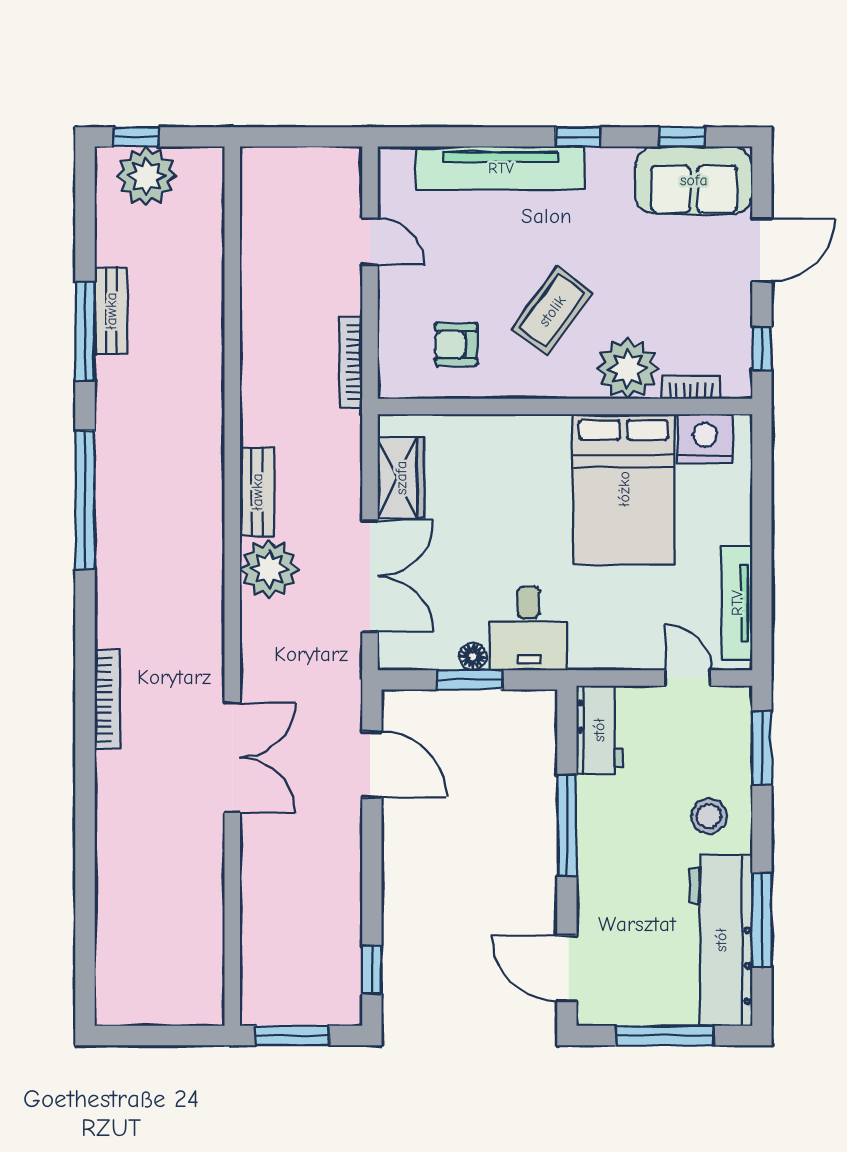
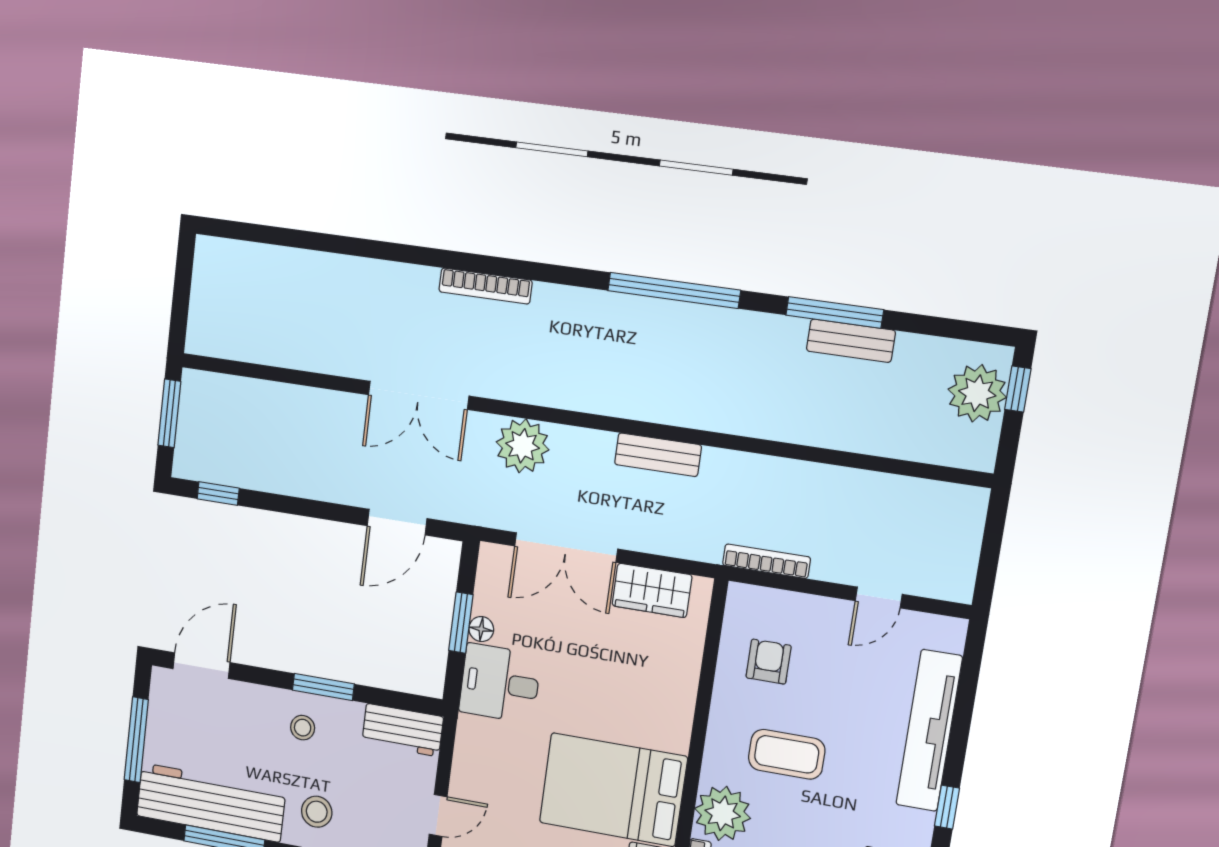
coffee table: (552, 311) -> (787, 754), turned -36
plant: (269, 569) -> (523, 446), moved
window: (567, 825) -> (323, 687), width x0.69
stool: (617, 843) -> (303, 728), added

